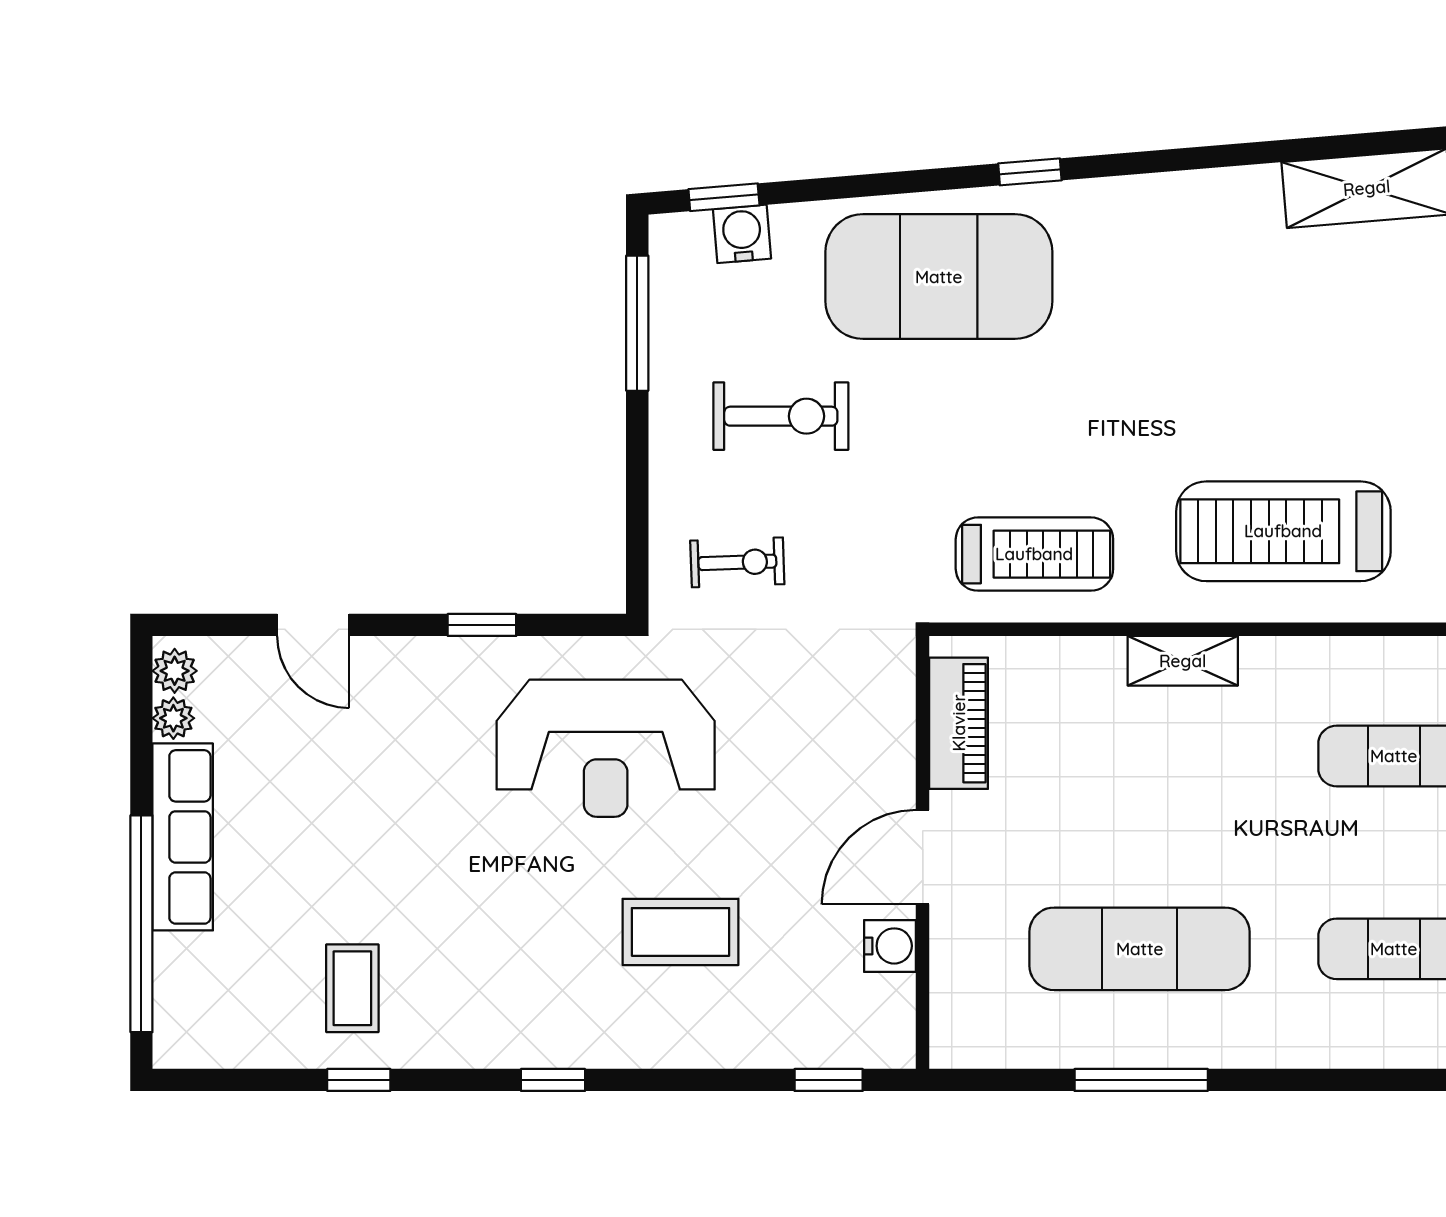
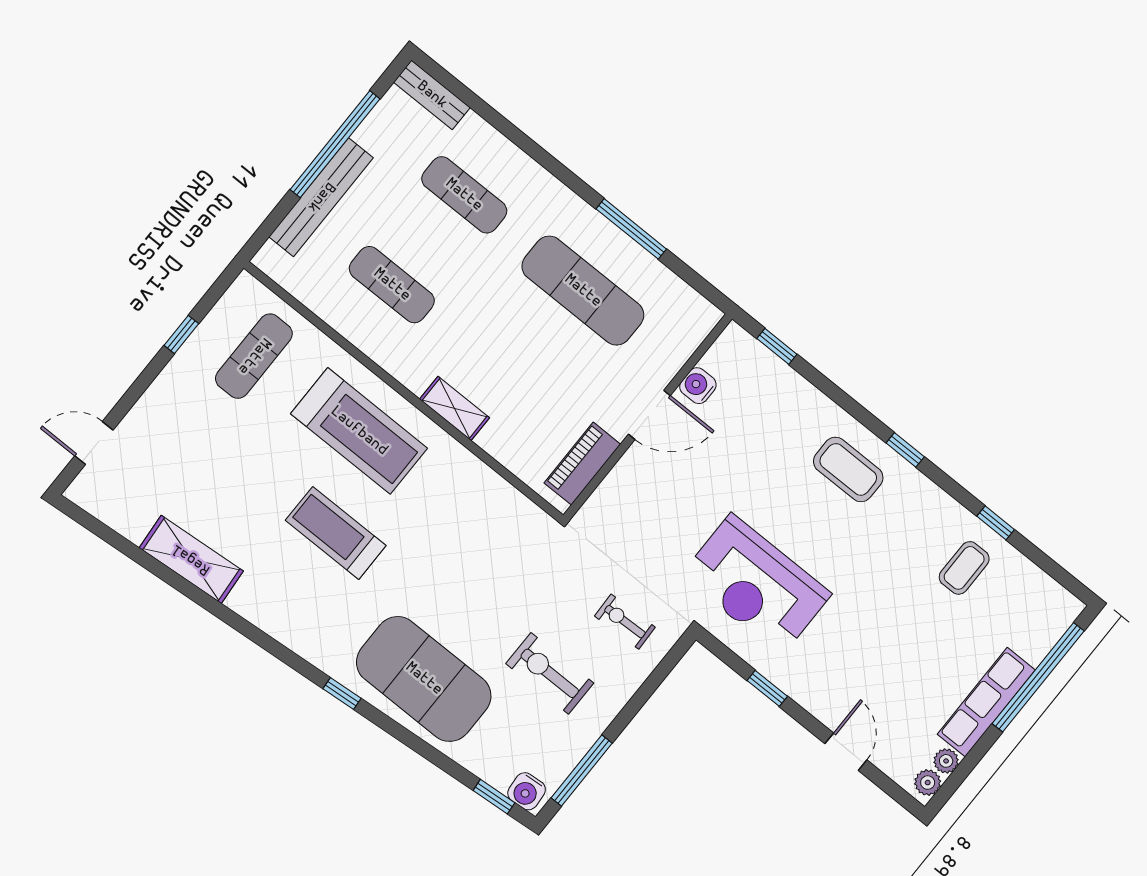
water cooler: (742, 234) -> (527, 791), moved
treadmill: (1034, 554) -> (336, 533), moved
reception desk: (606, 748) -> (756, 585), turned 180
coffee table: (681, 932) -> (848, 469), moved

